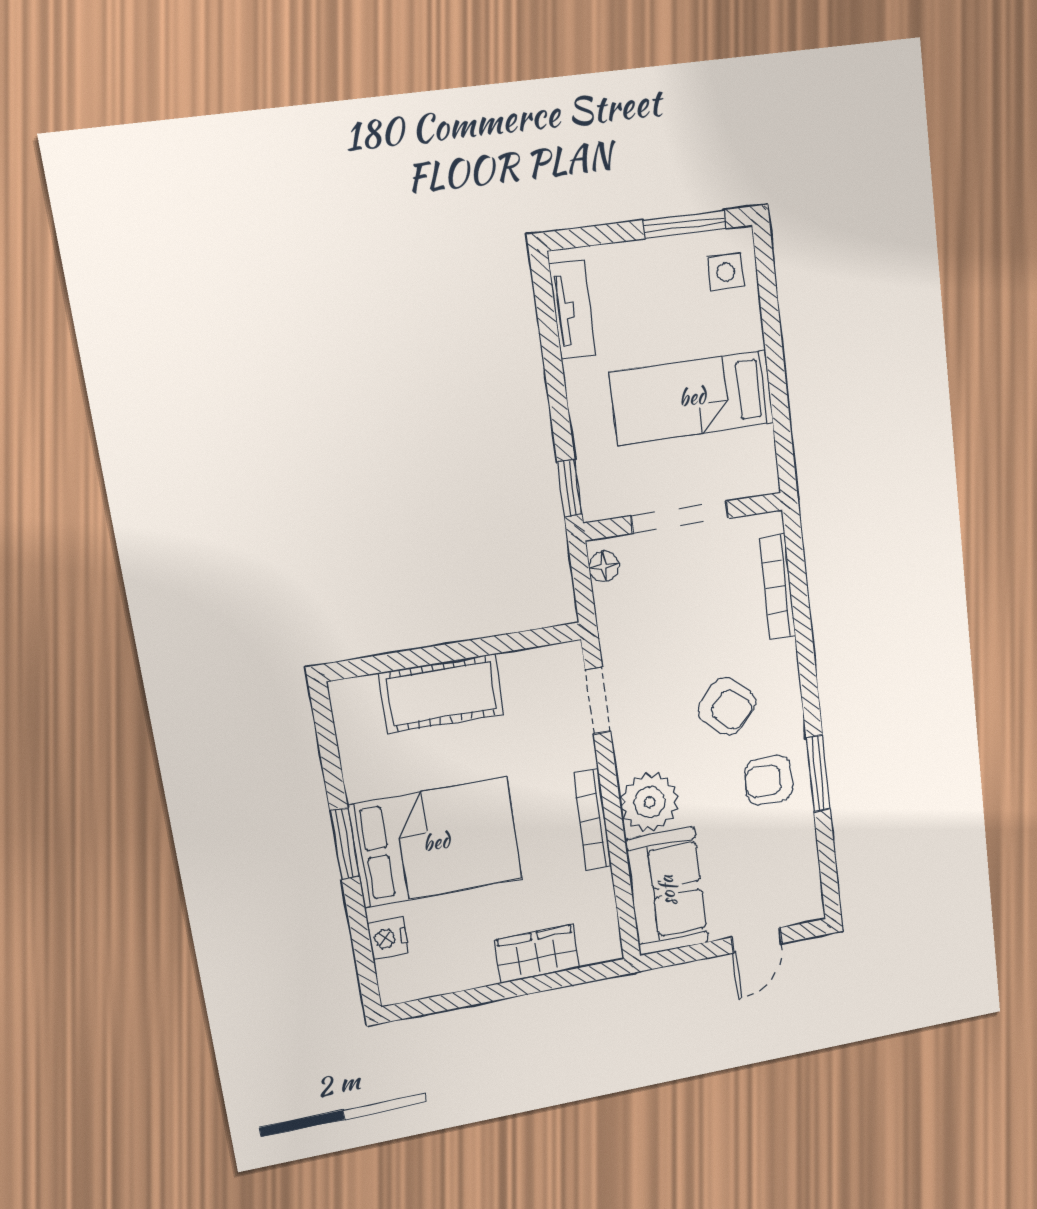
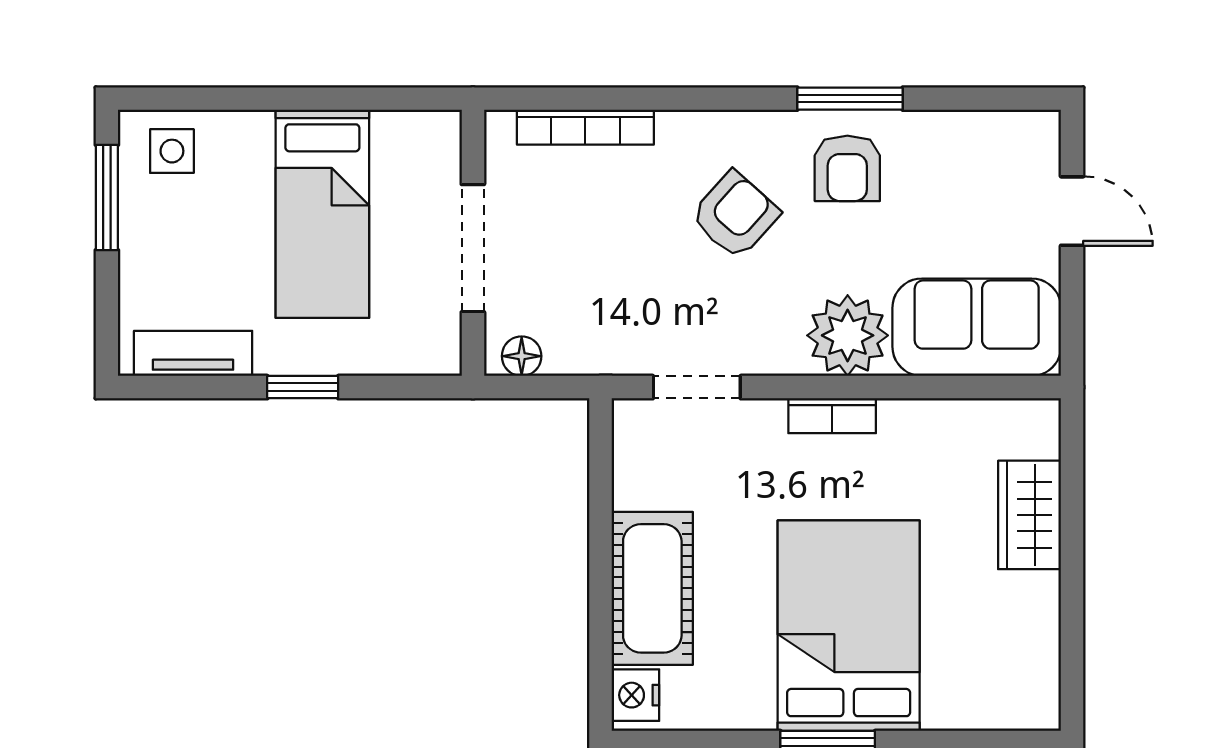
window: (570, 488) -> (303, 387), moved
bookcase: (592, 819) -> (832, 416), width x0.64
nightstand: (388, 938) -> (635, 695), moved, turned 90

